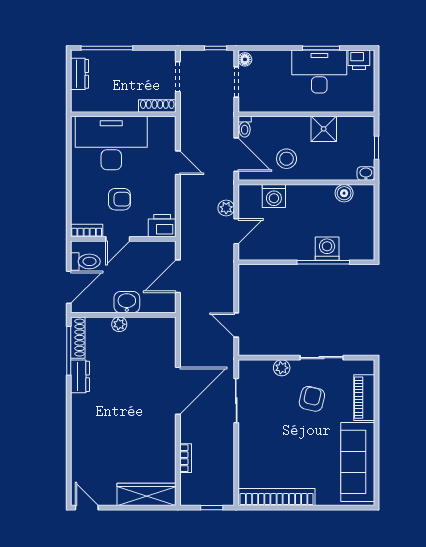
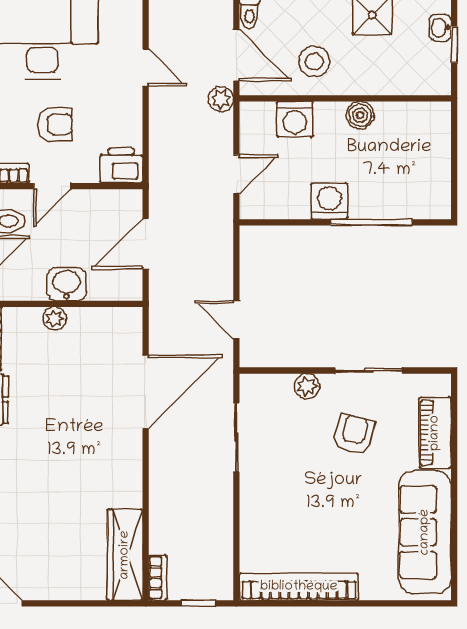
washbasin: (366, 173) -> (440, 28), moved, turned -90
boiler: (344, 193) -> (360, 115), moved
plant: (226, 208) -> (221, 99), moved
washing machine: (327, 249) -> (329, 201), moved
door: (178, 391) -> (146, 392), moved
bookcase: (186, 458) -> (158, 578), moved
wardrobe: (147, 494) -> (125, 555), moved, turned -90

